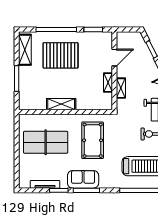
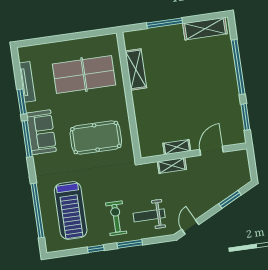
pallet: (61, 55) -> (204, 78), removed
door: (114, 58) -> (211, 151), swing flipped
shelving: (61, 104) -> (136, 69), moved
table tennis table: (46, 142) -> (84, 75), turned 90

